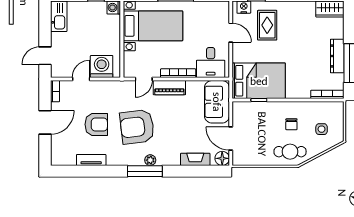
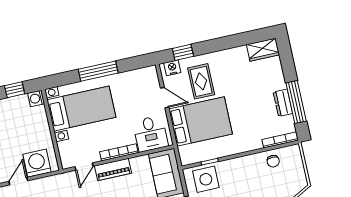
dresser: (337, 56) -> (283, 103), width x0.70
bed: (259, 81) -> (200, 121), moved
chair: (291, 124) -> (273, 161), moved
side table: (322, 129) -> (206, 179), moved, width x1.87, depth x1.87

